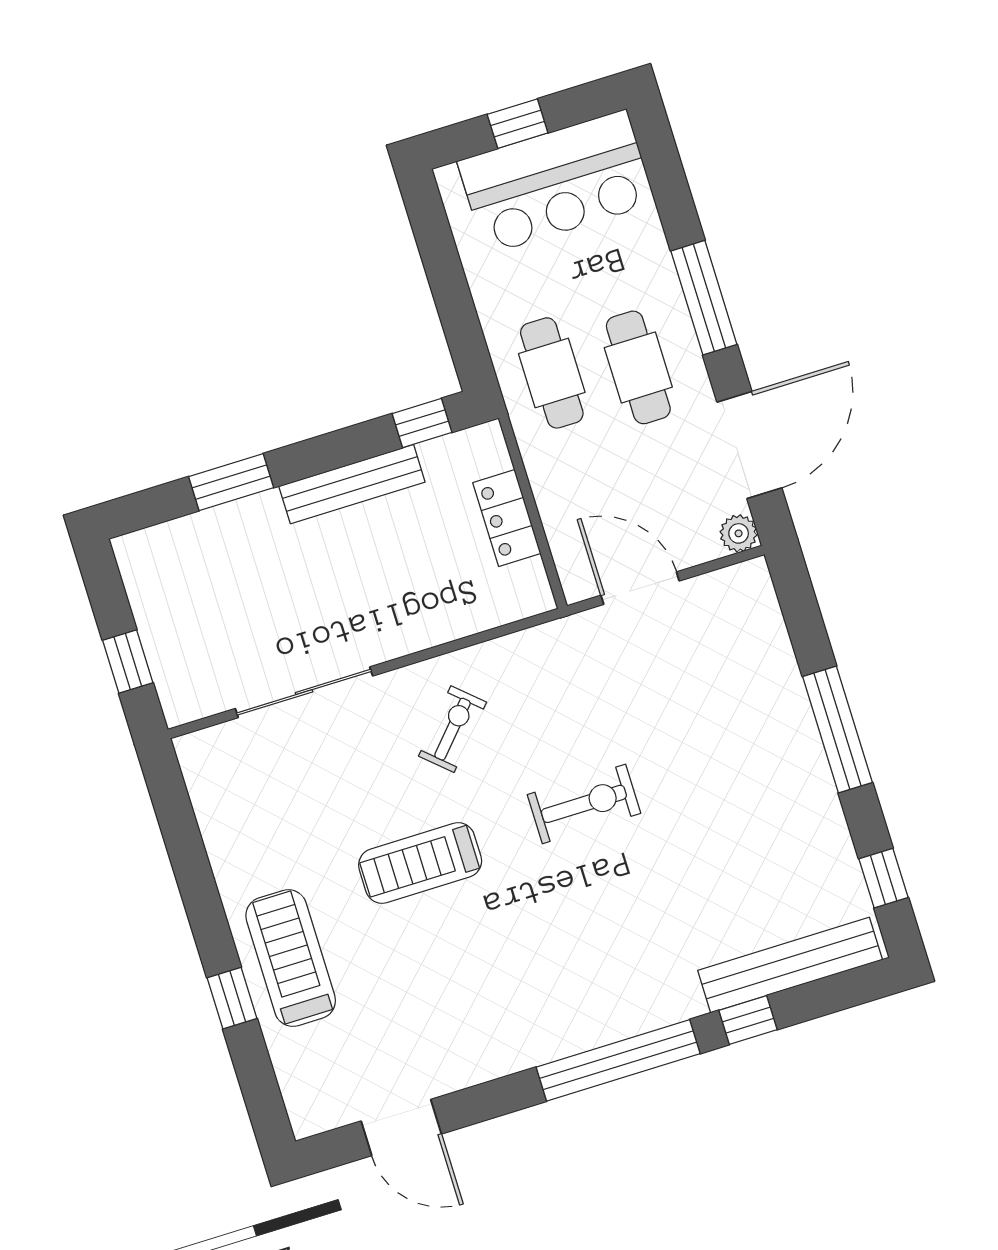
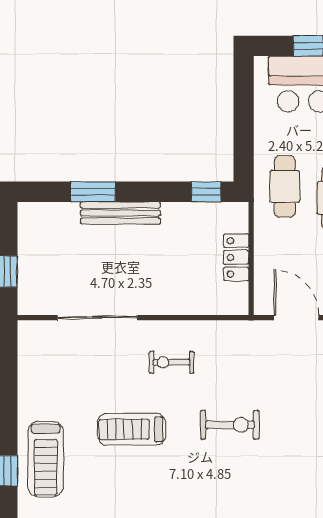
bench: (352, 484) -> (120, 213), moved
exercise bike: (453, 729) -> (171, 362), turned -132
treadmill: (291, 958) -> (46, 459), turned 180

